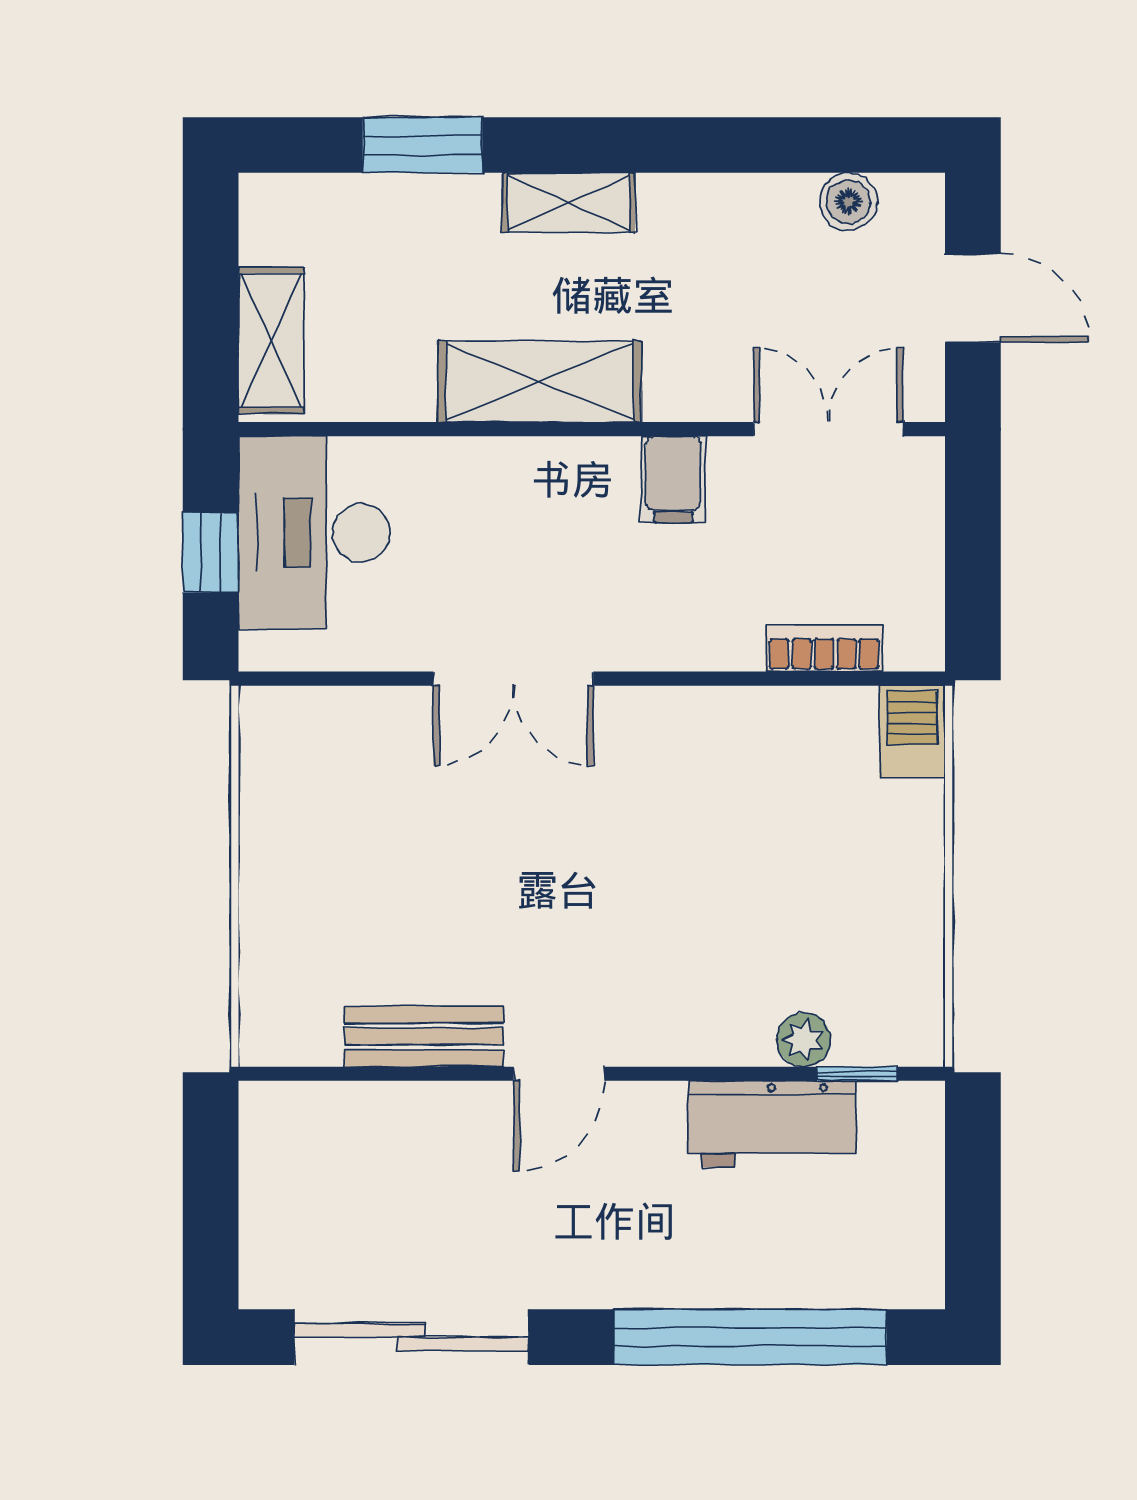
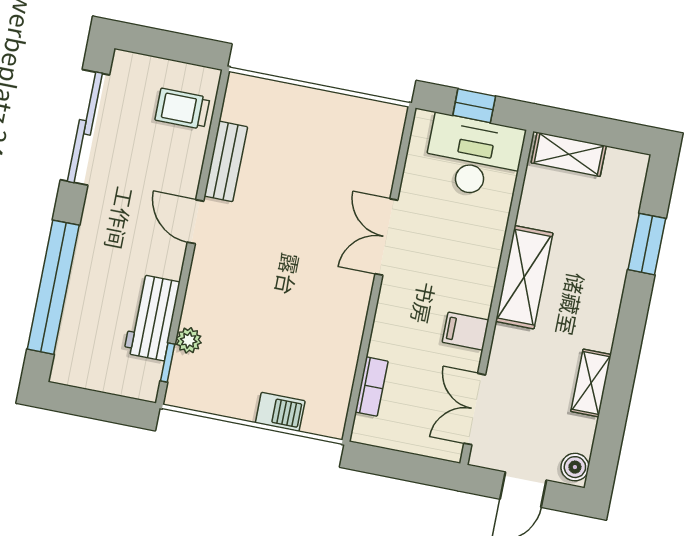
boiler: (848, 202) -> (575, 467), moved
shelving: (569, 203) -> (591, 383), moved
double door: (828, 429) -> (475, 409), swing flipped
barbecue: (912, 732) -> (280, 412), moved
trolley: (334, 1146) -> (182, 109), added

